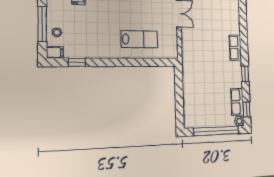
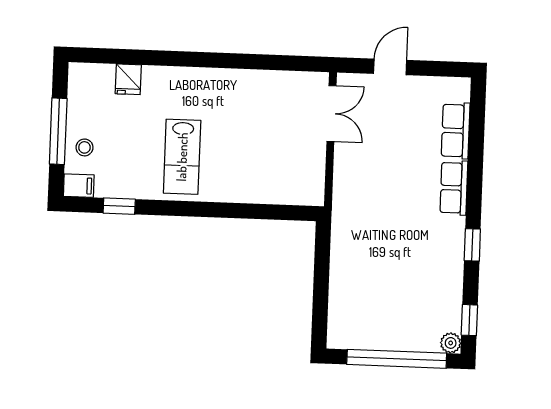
lab bench: (139, 39) -> (182, 157), moved, turned 90
row of seats: (237, 102) -> (456, 131), moved

